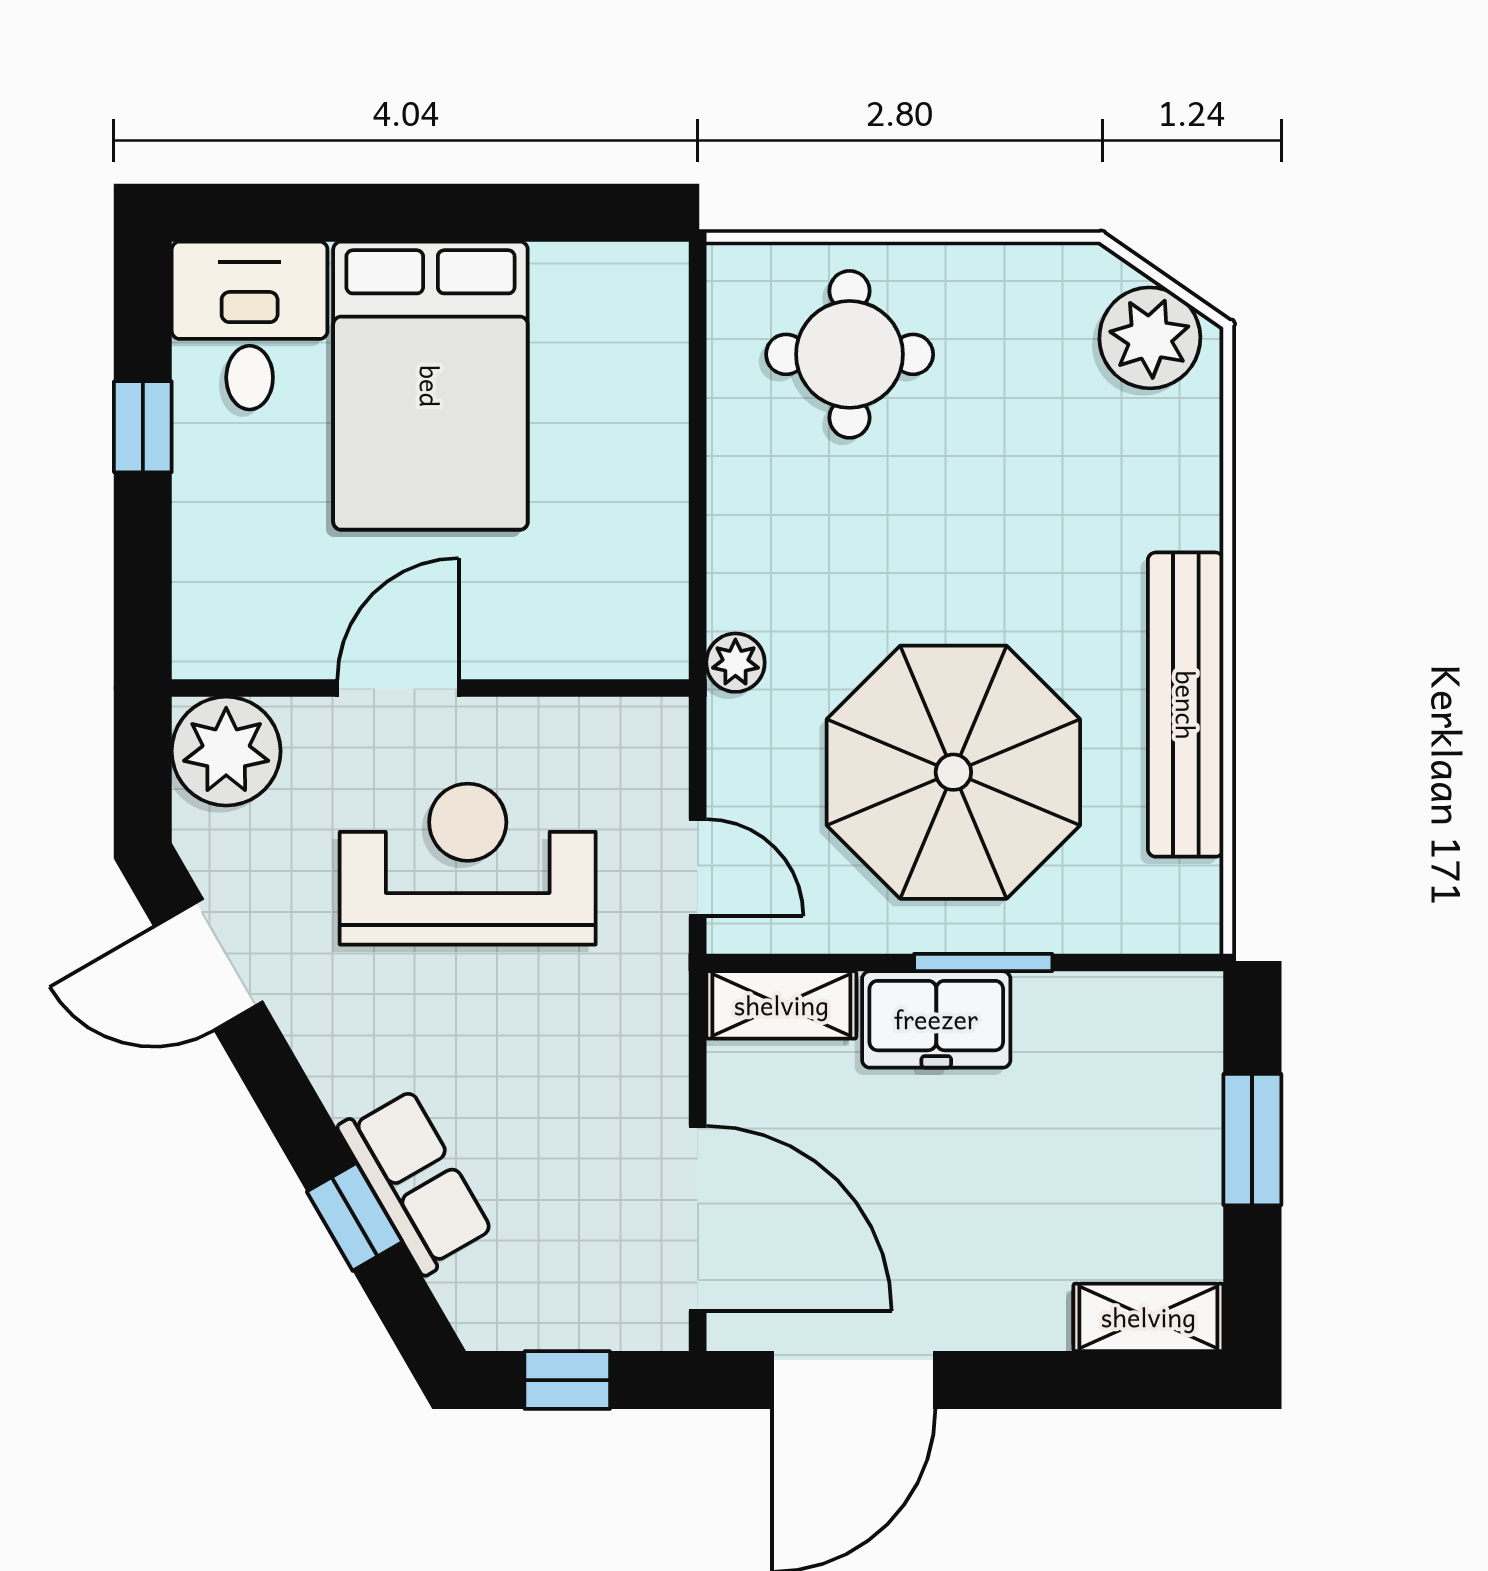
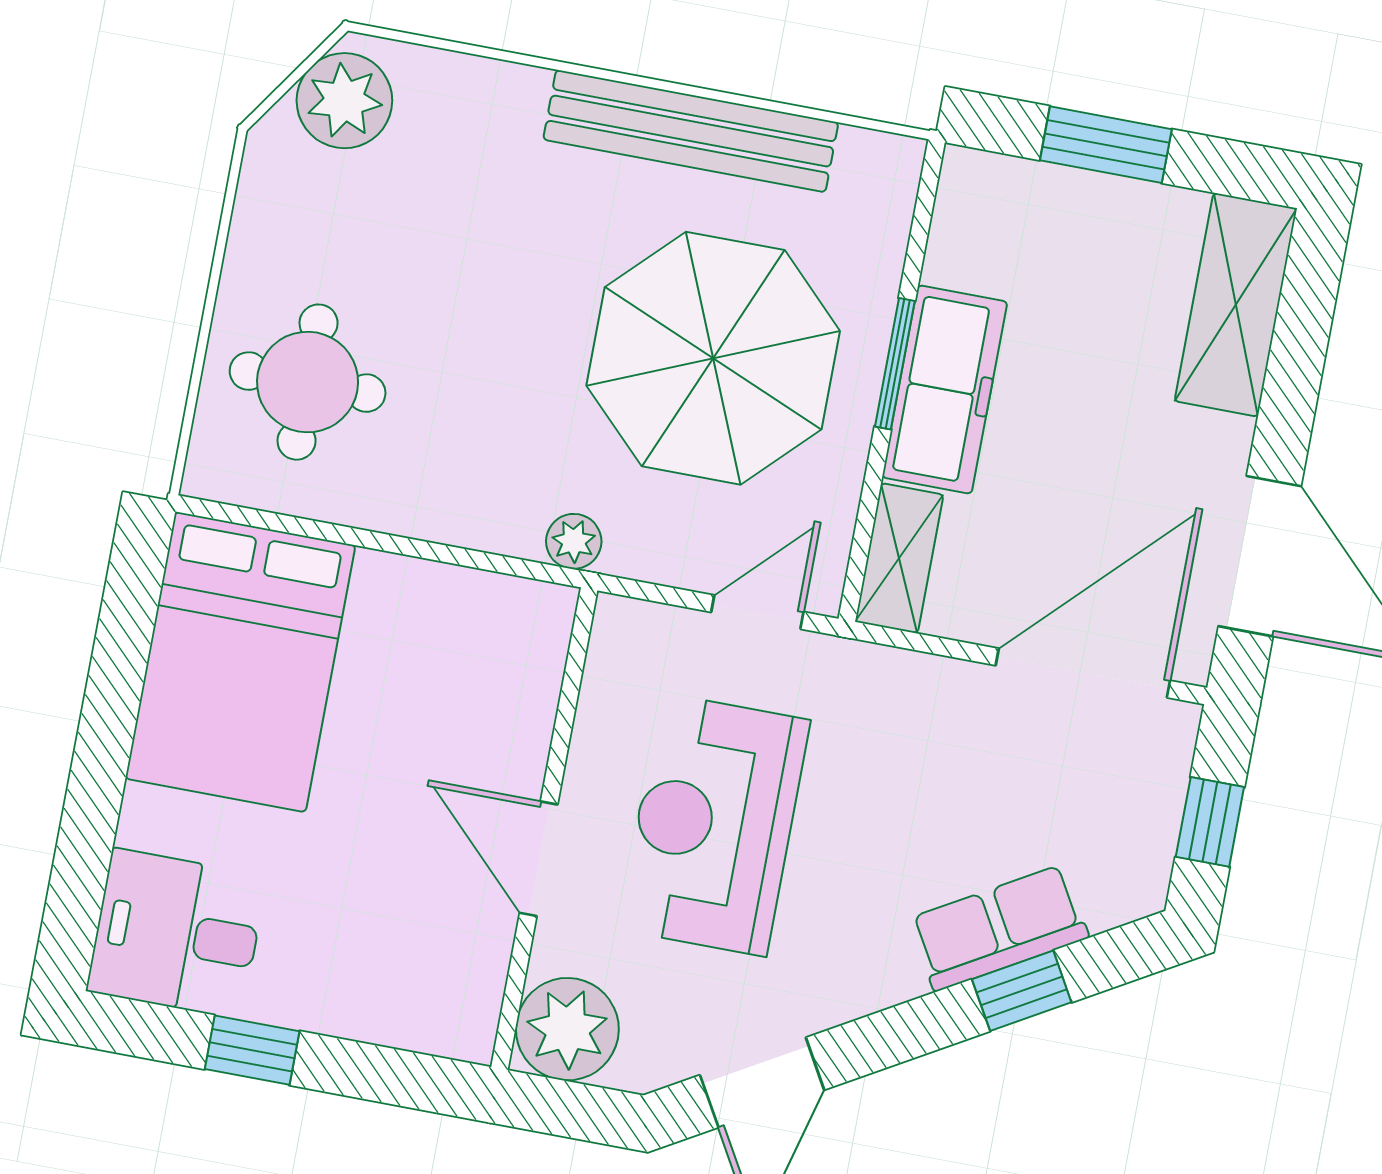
bed: (430, 386) -> (240, 662), moved, turned 90
freezer: (936, 1019) -> (945, 390), width x1.40
shelving: (1148, 1317) -> (1236, 305), width x1.50, depth x1.33

